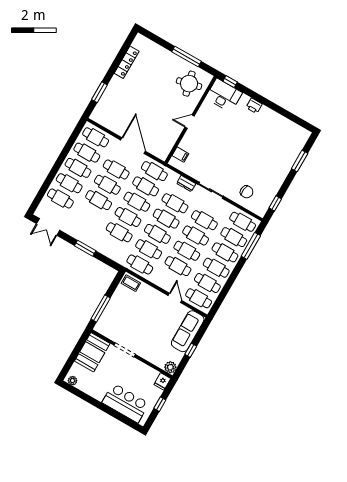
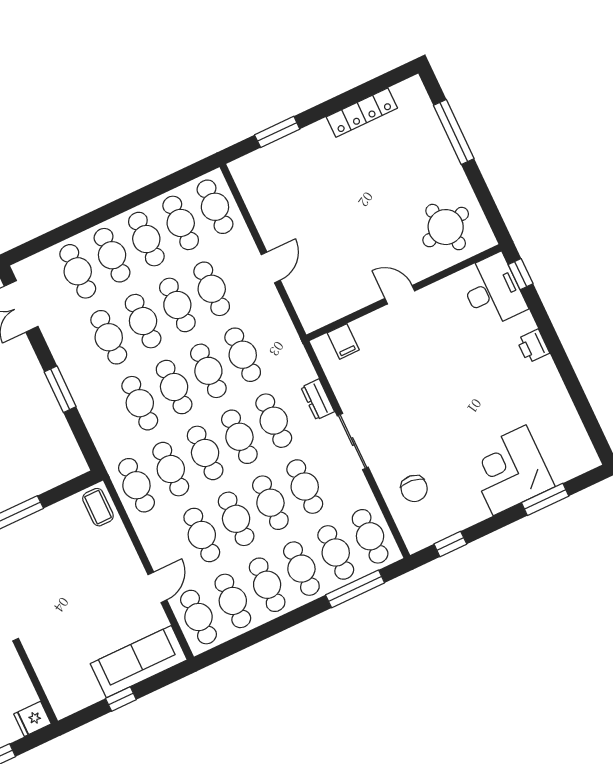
window: (187, 57) -> (454, 132), moved
door: (133, 146) -> (271, 267), width x0.53
corner desk: (278, 159) -> (510, 470), added
cafe table: (154, 171) -> (109, 337), moved
plant: (170, 367) -> (64, 704), removed

